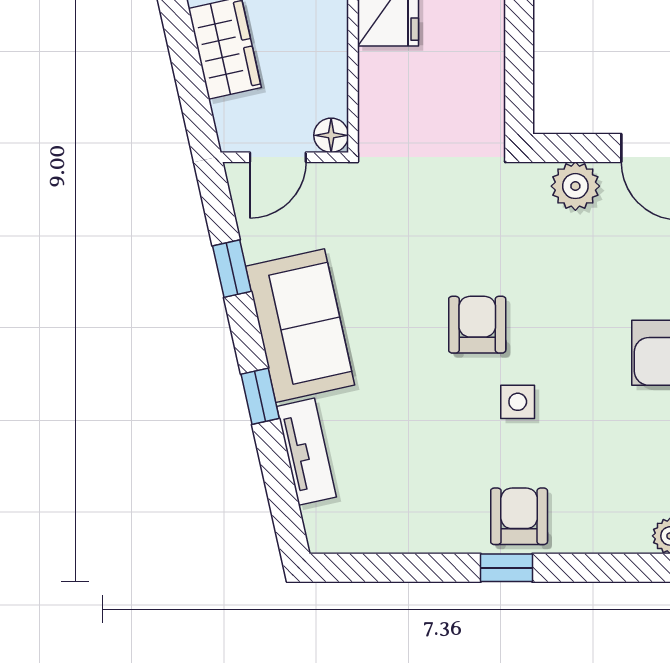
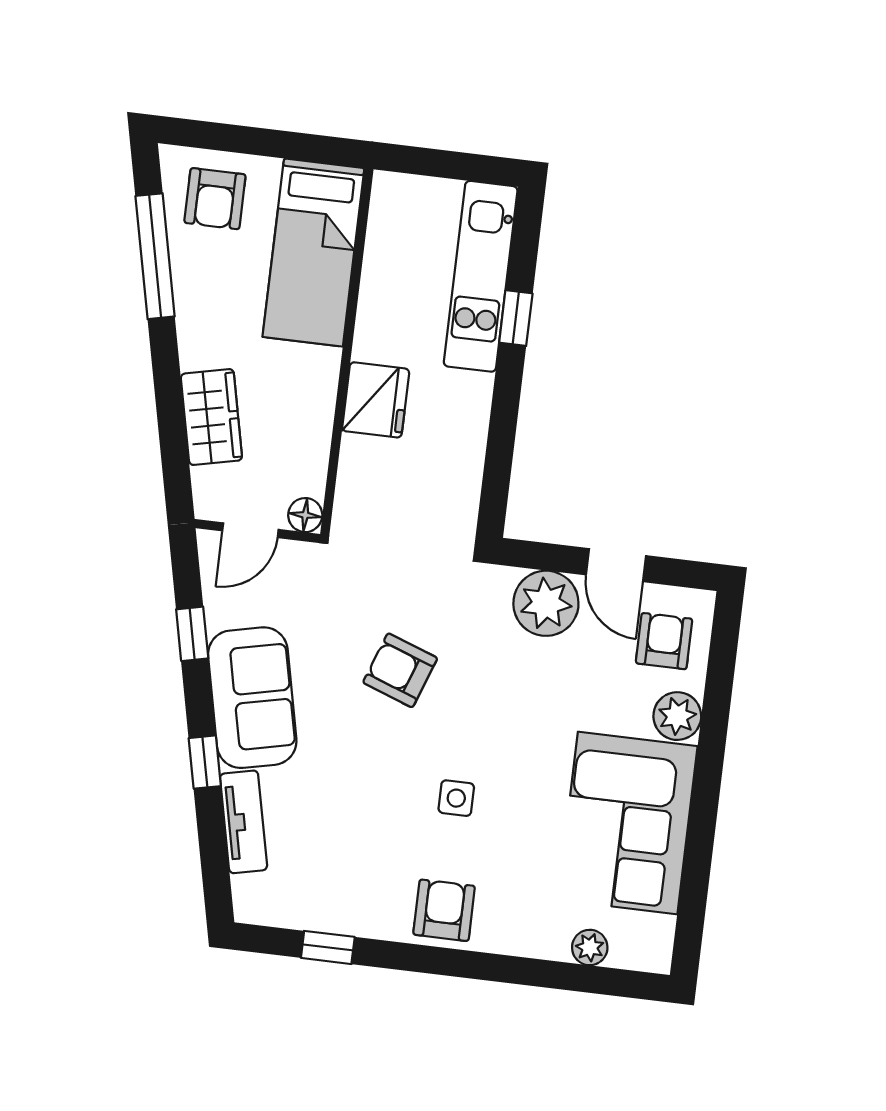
plant: (575, 186) -> (546, 603), width x1.36, depth x1.36
armchair: (477, 325) -> (400, 670), moved, turned -70
window: (506, 568) -> (328, 947), moved

